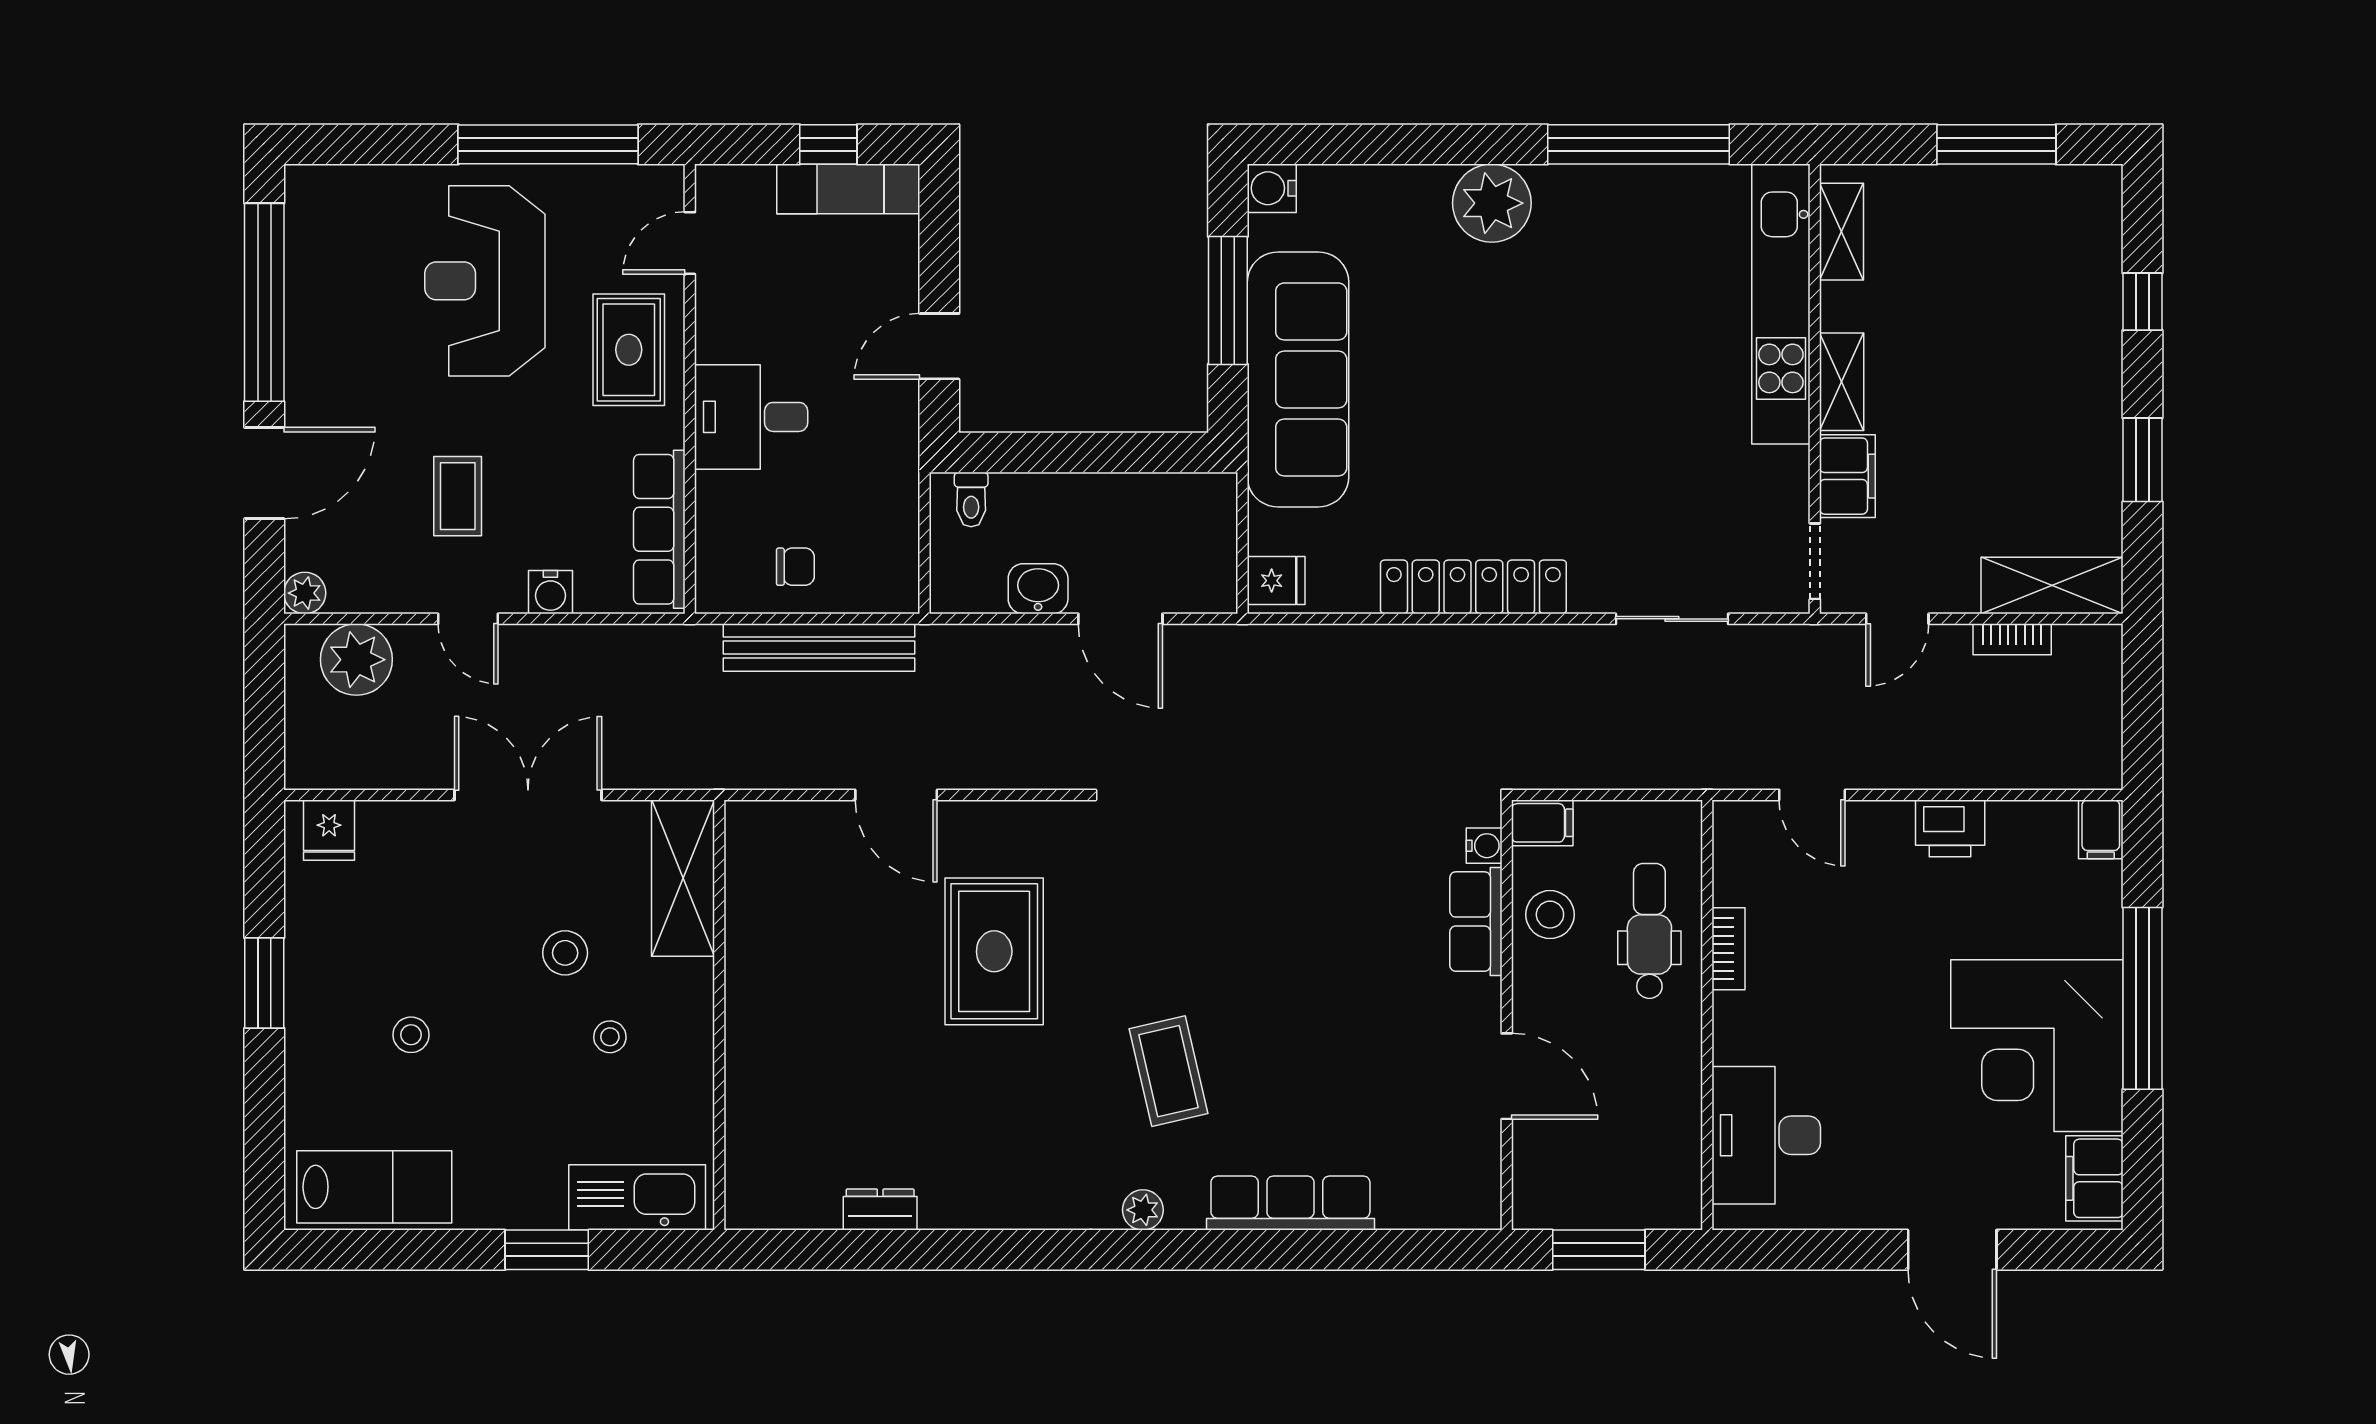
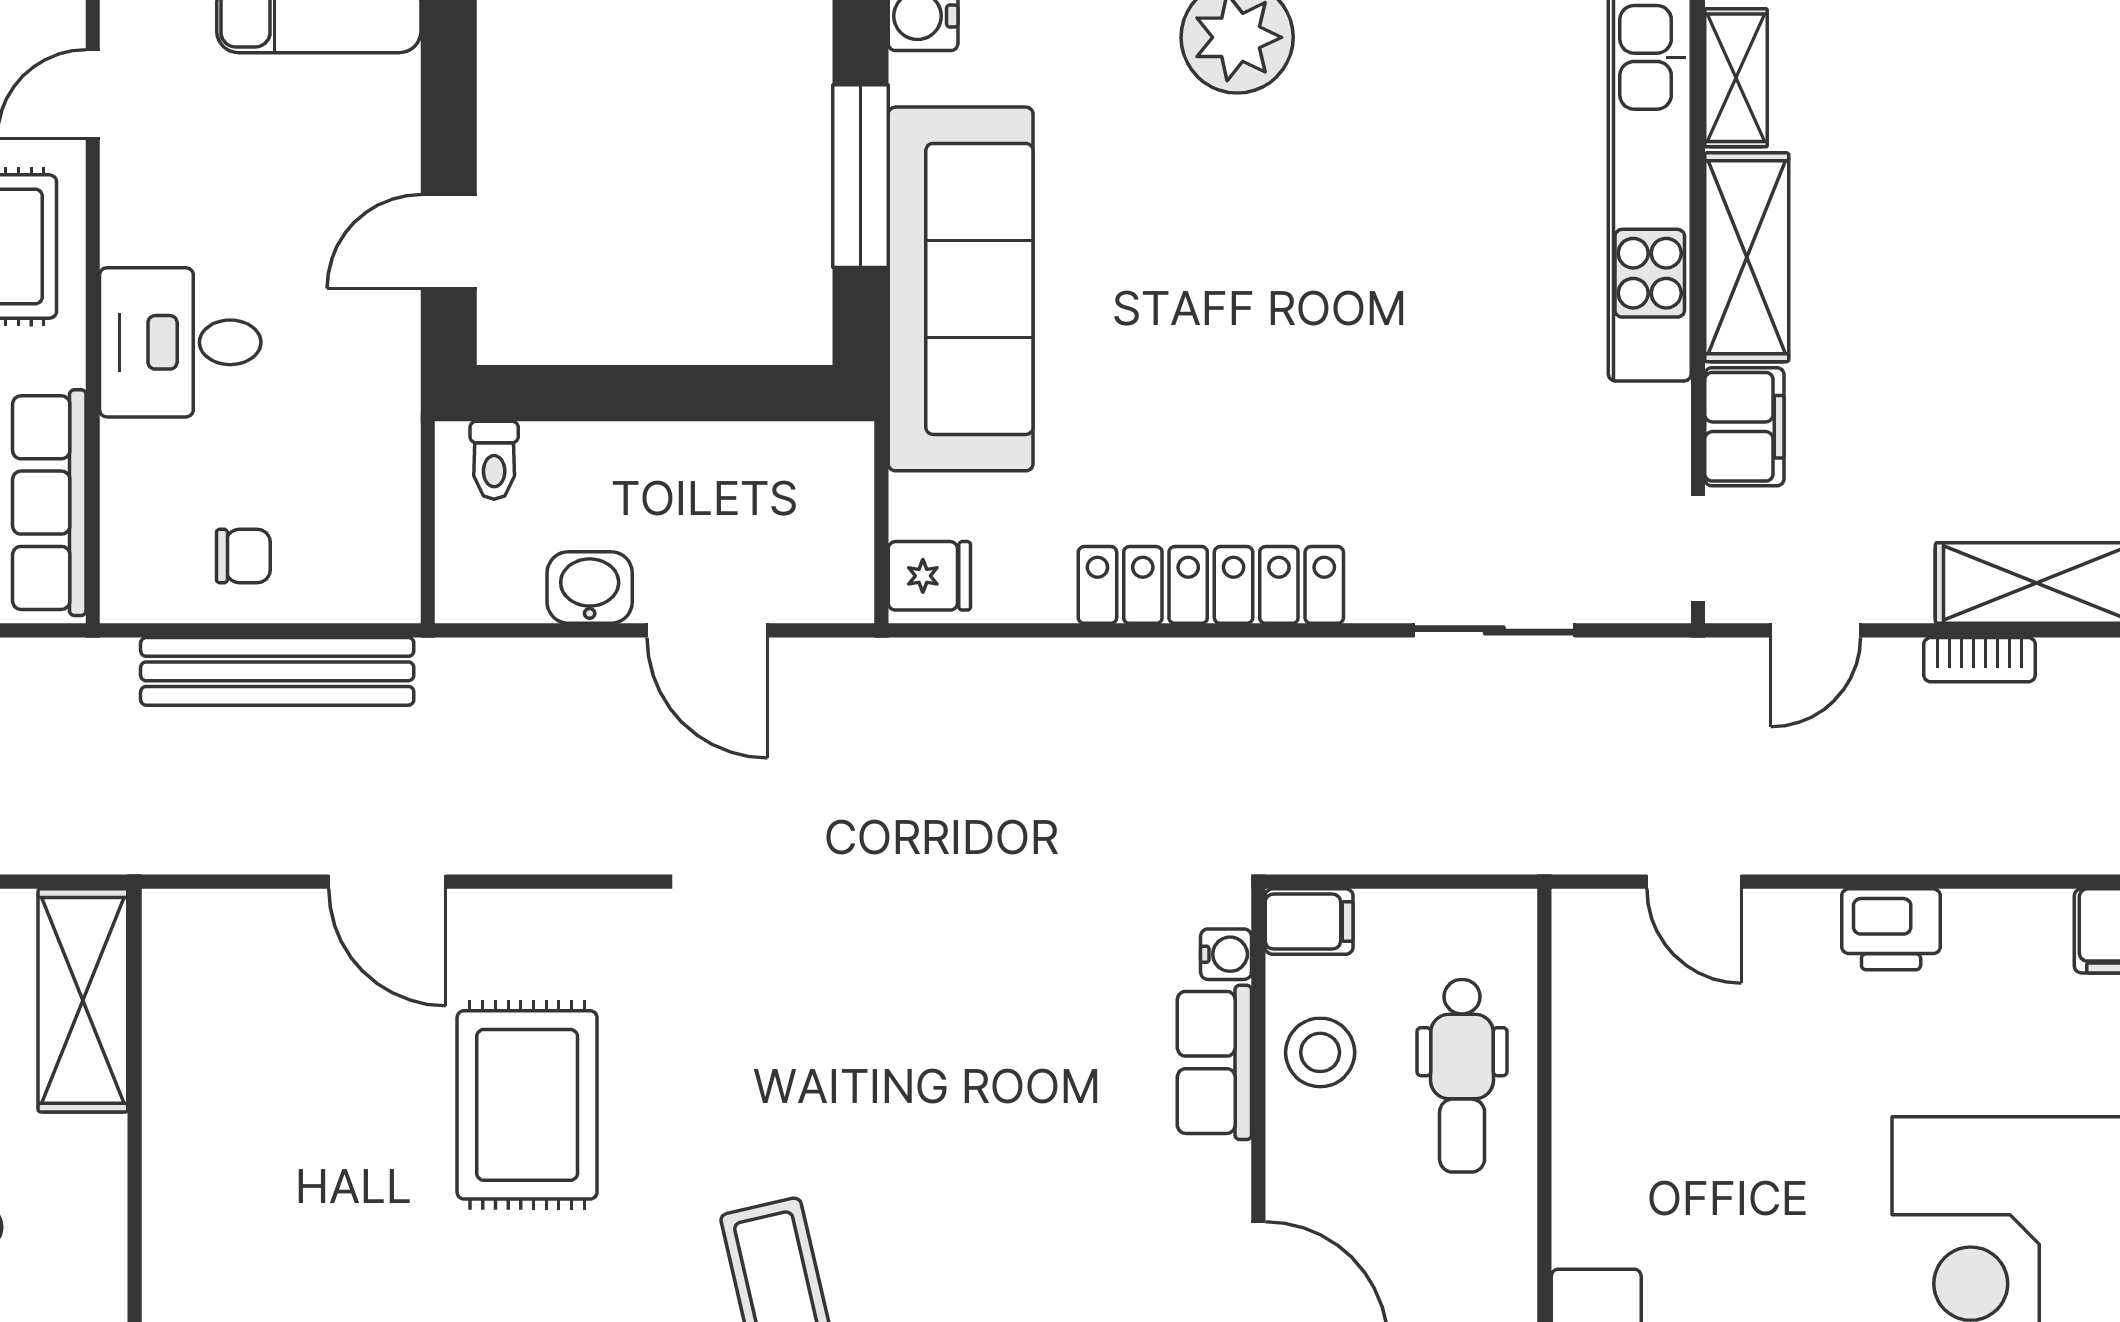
shelving: (1842, 382) -> (1747, 257), width x1.50, depth x1.33
dental chair: (1649, 931) -> (1462, 1076), turned 180
bookcase: (1729, 949) -> (1575, 1101), removed

